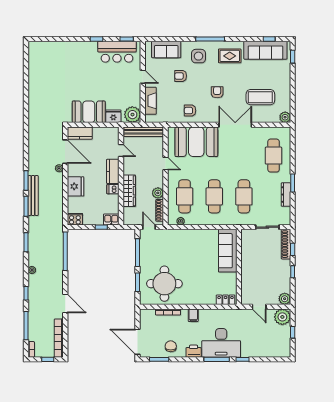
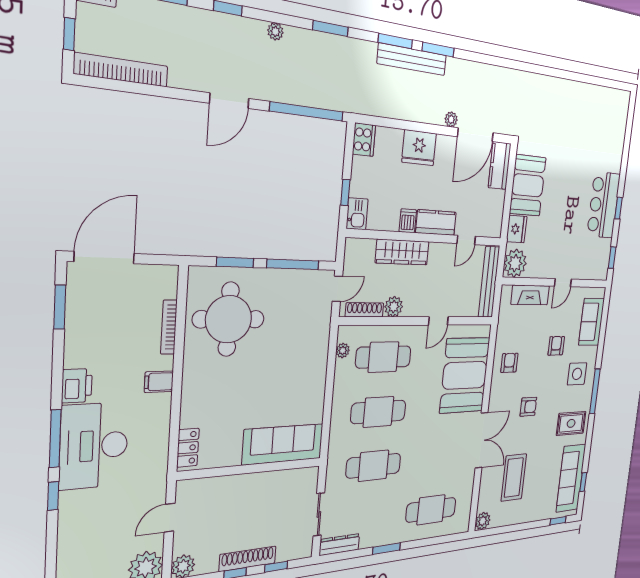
bar counter: (117, 52) -> (604, 205), moved
rug: (230, 56) -> (571, 423), turned 90
dresser: (286, 195) -> (339, 545), moved
shoe rack: (286, 244) -> (248, 559), moved
door: (65, 304) -> (229, 101), moved
chair: (171, 346) -> (91, 334), removed

